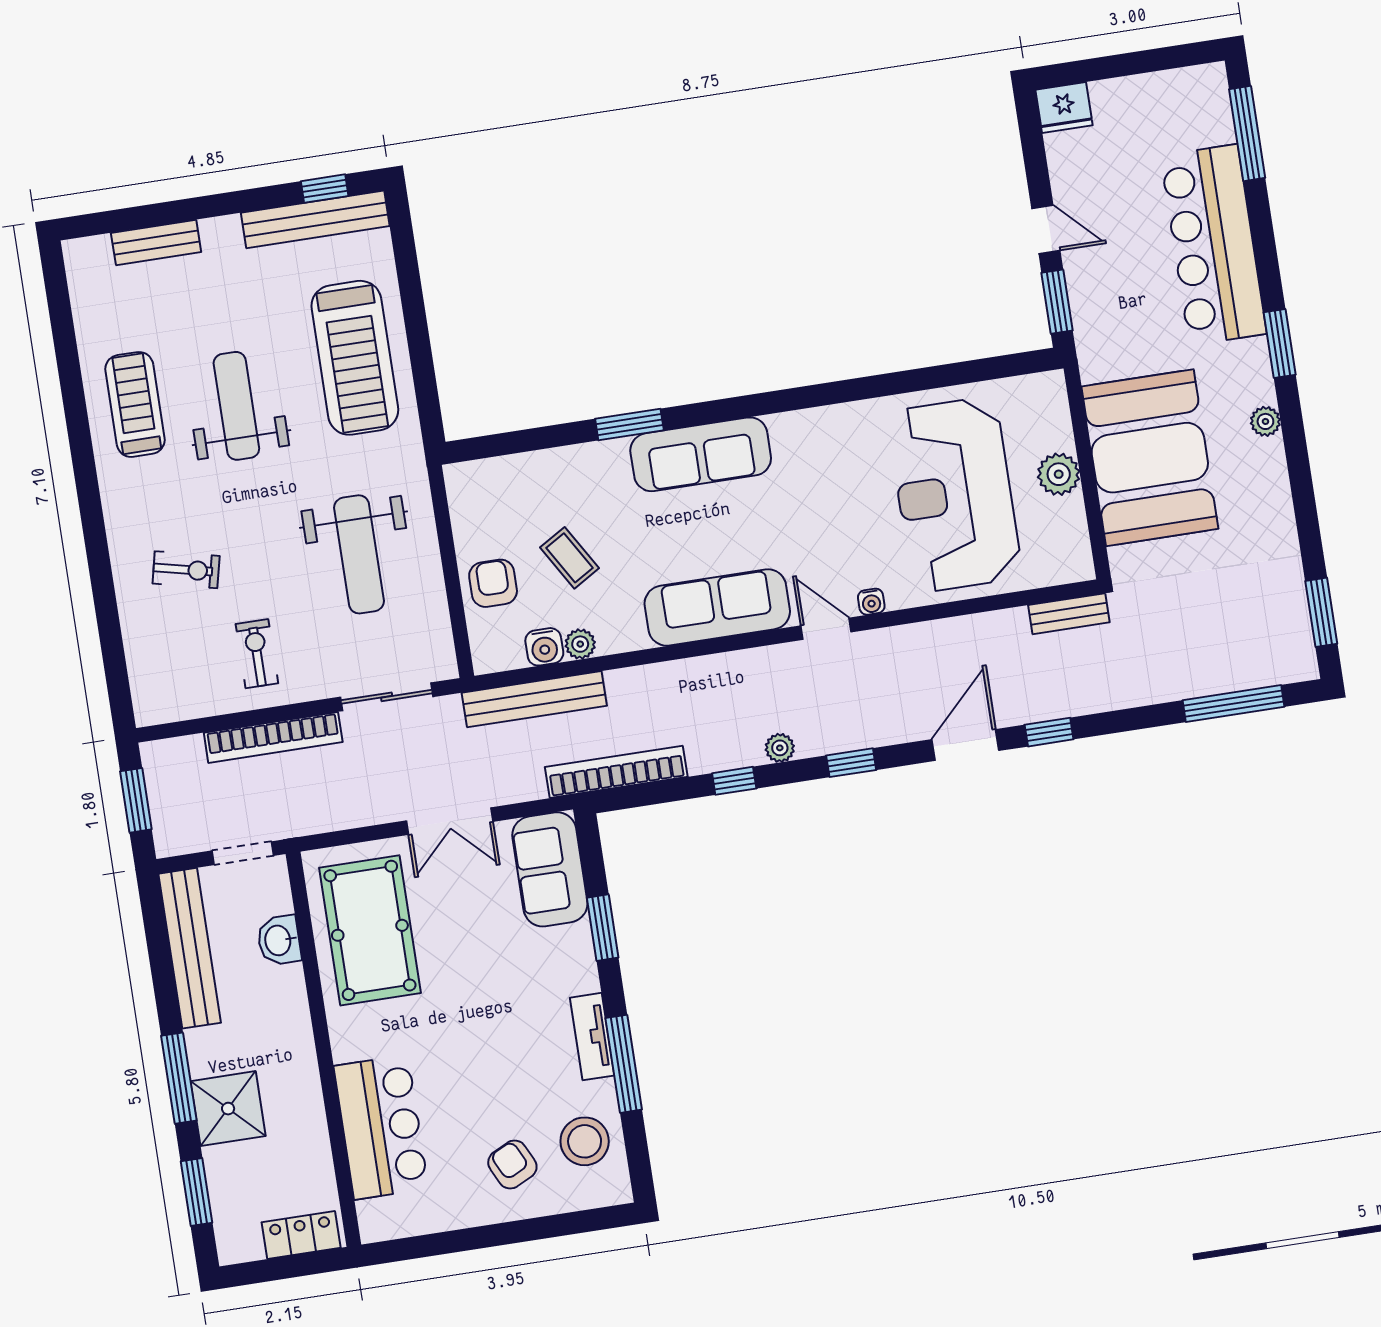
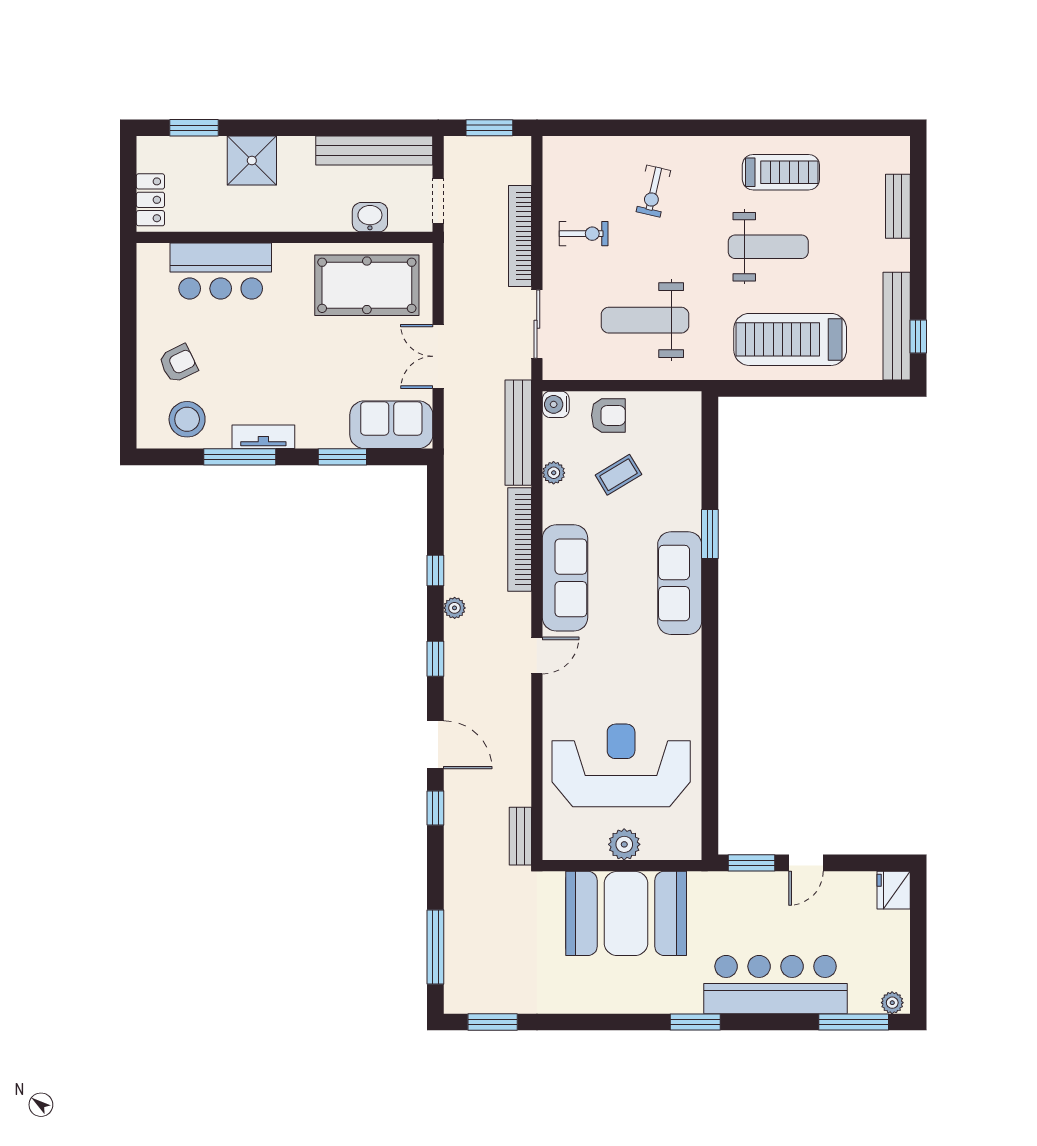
plant: (1265, 421) -> (892, 1003), moved
water cooler: (871, 602) -> (552, 692), removed
water cooler: (544, 647) -> (556, 404), moved
bookcase: (616, 772) -> (520, 539), moved, turned 180
window: (179, 1078) -> (280, 128), removed

